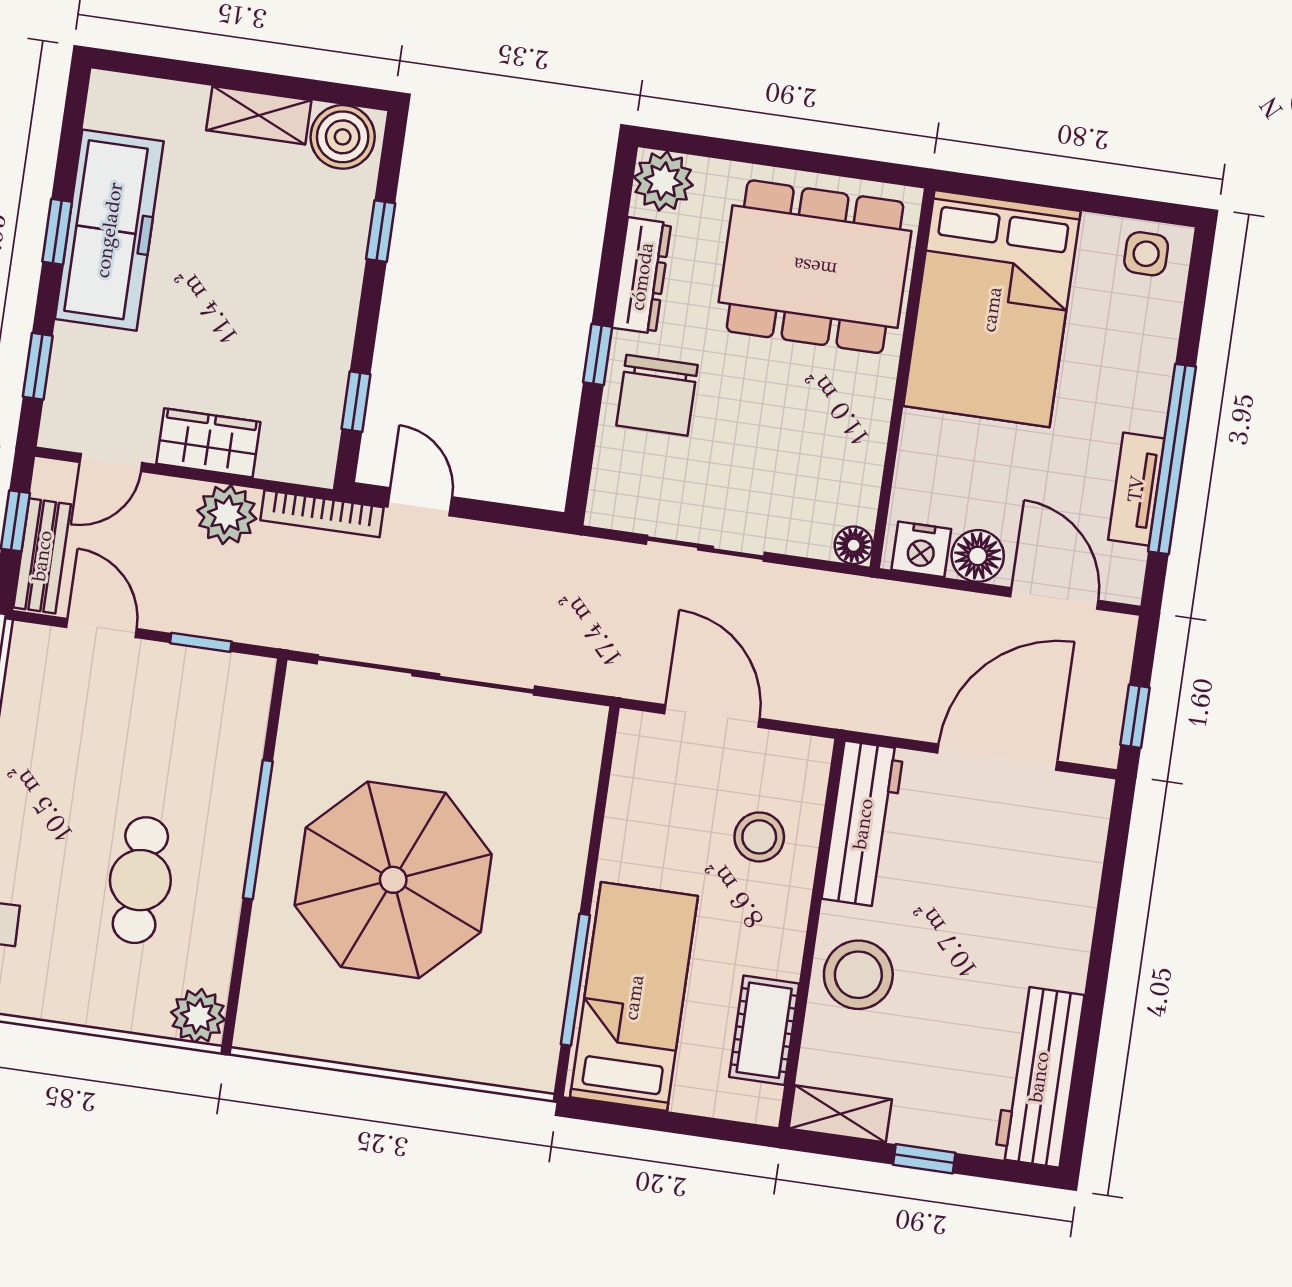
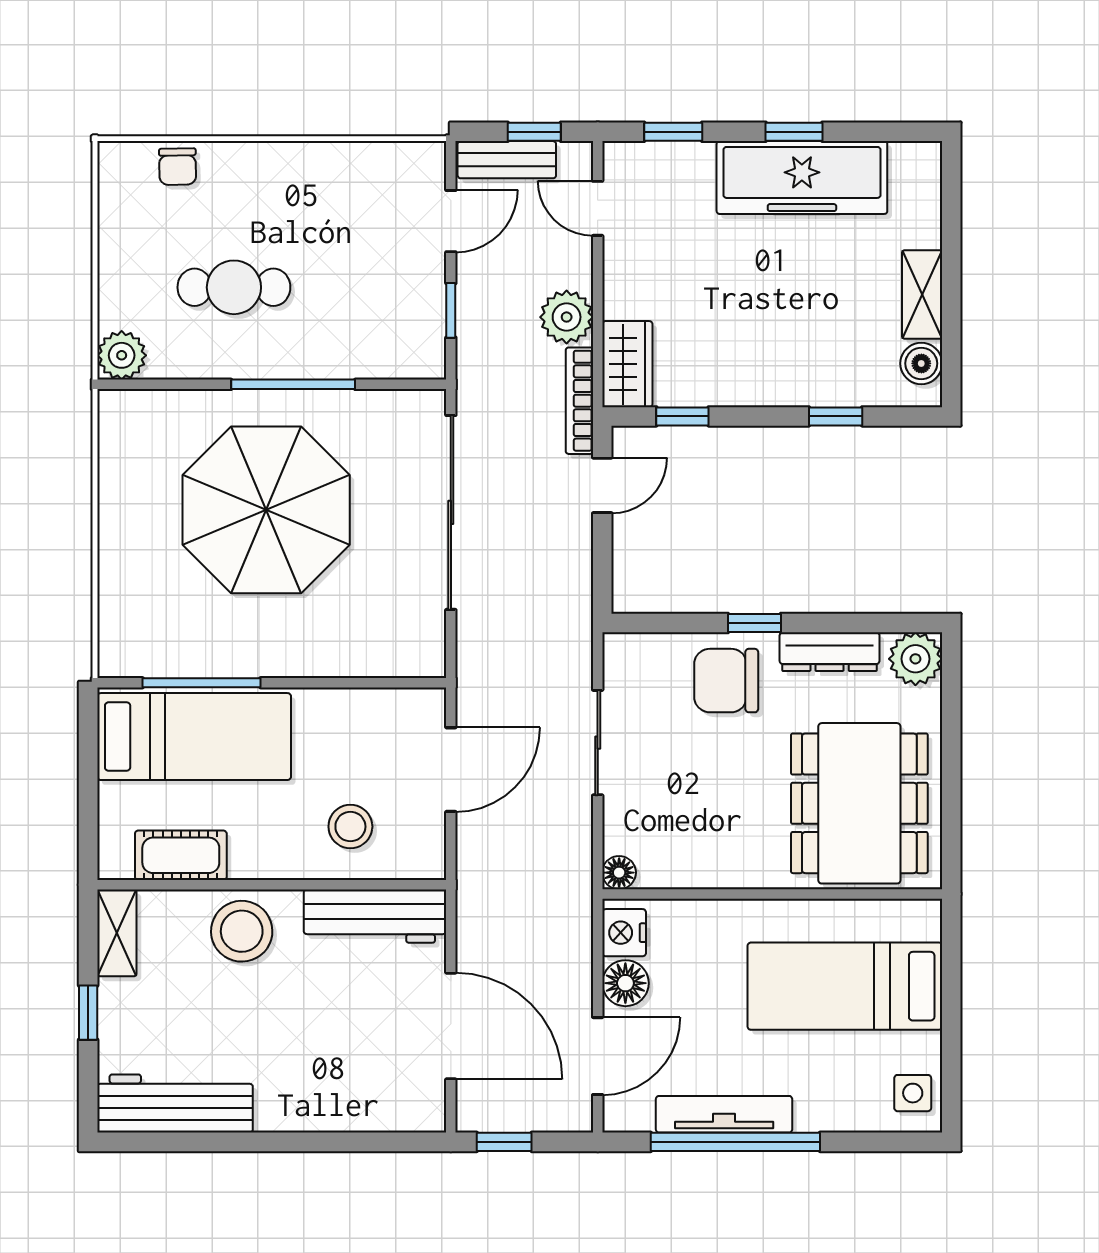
boiler: (343, 137) -> (921, 363), width x0.73, depth x0.73
bed: (992, 309) -> (845, 986), width x0.67
wardrobe: (208, 443) -> (627, 364), moved
tv unit: (1136, 489) -> (724, 1114), width x1.41

